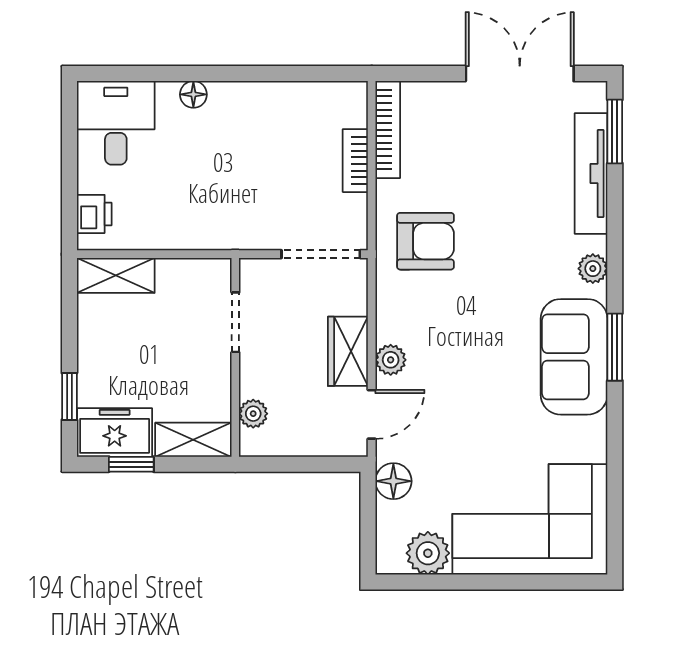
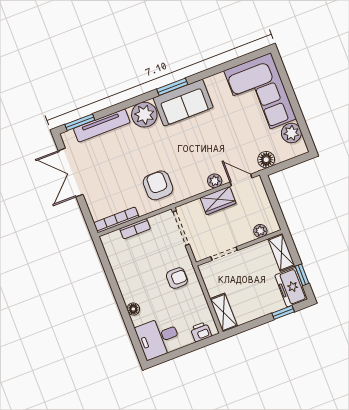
armchair: (222, 207) -> (177, 278), added
plant: (593, 269) -> (144, 115), width x1.87, depth x1.87

